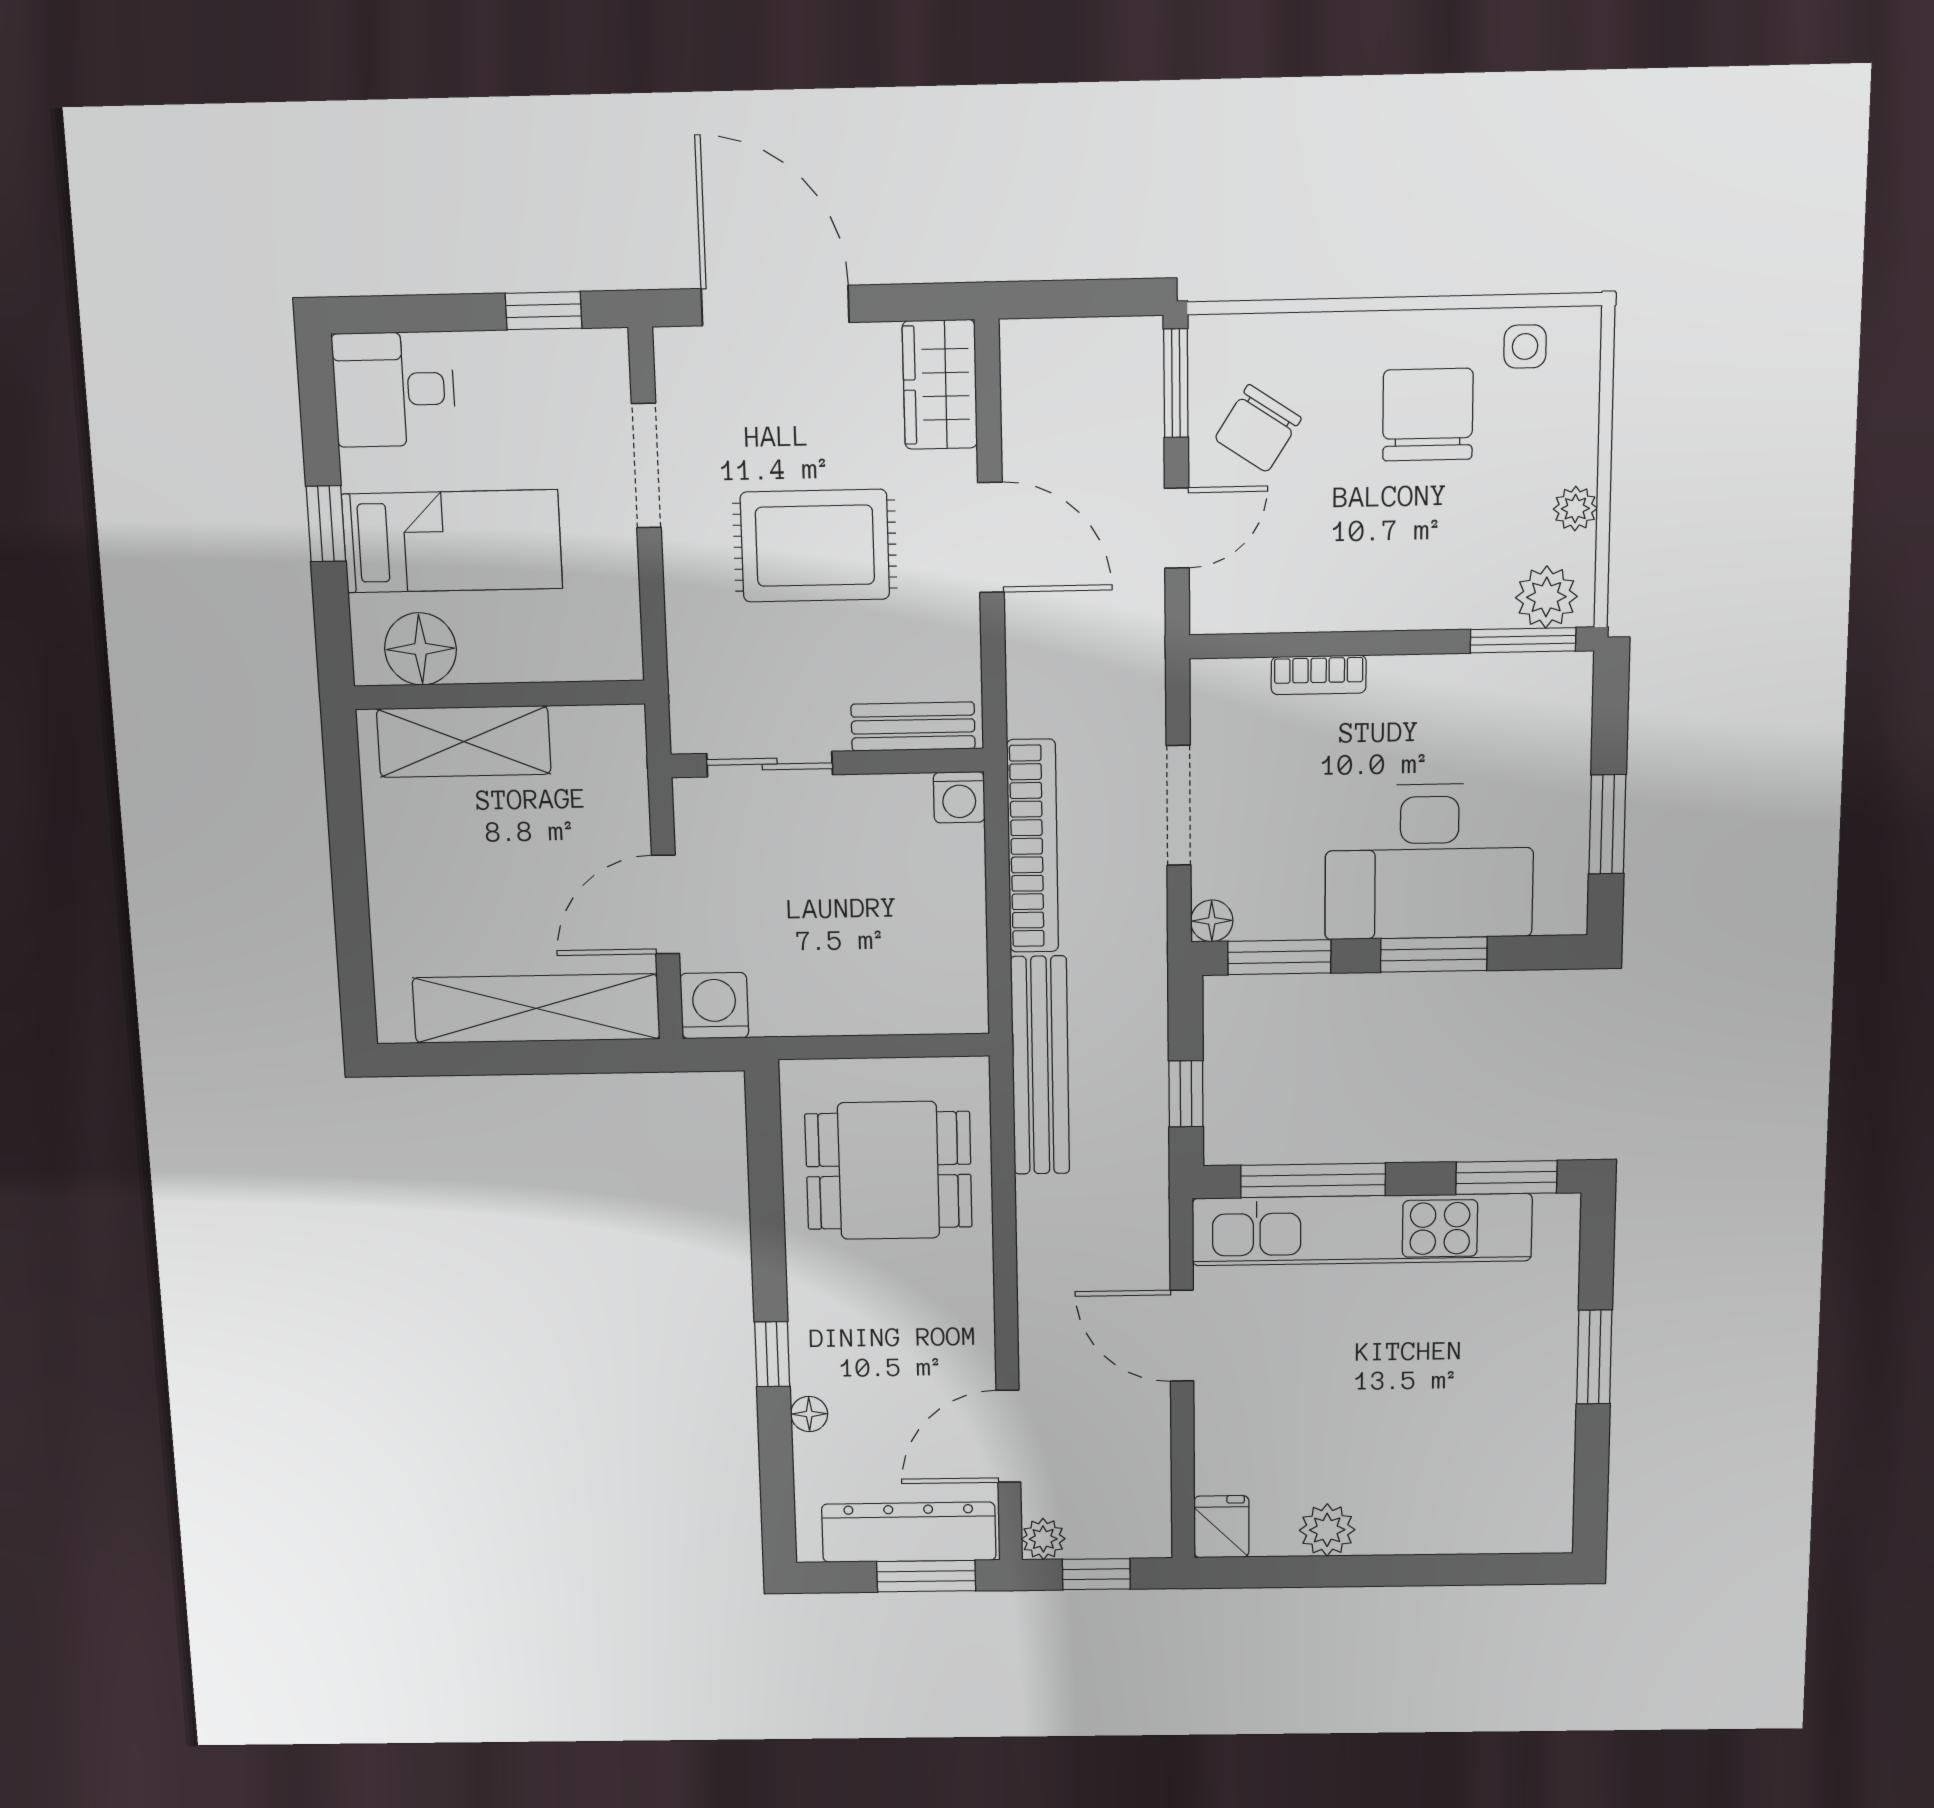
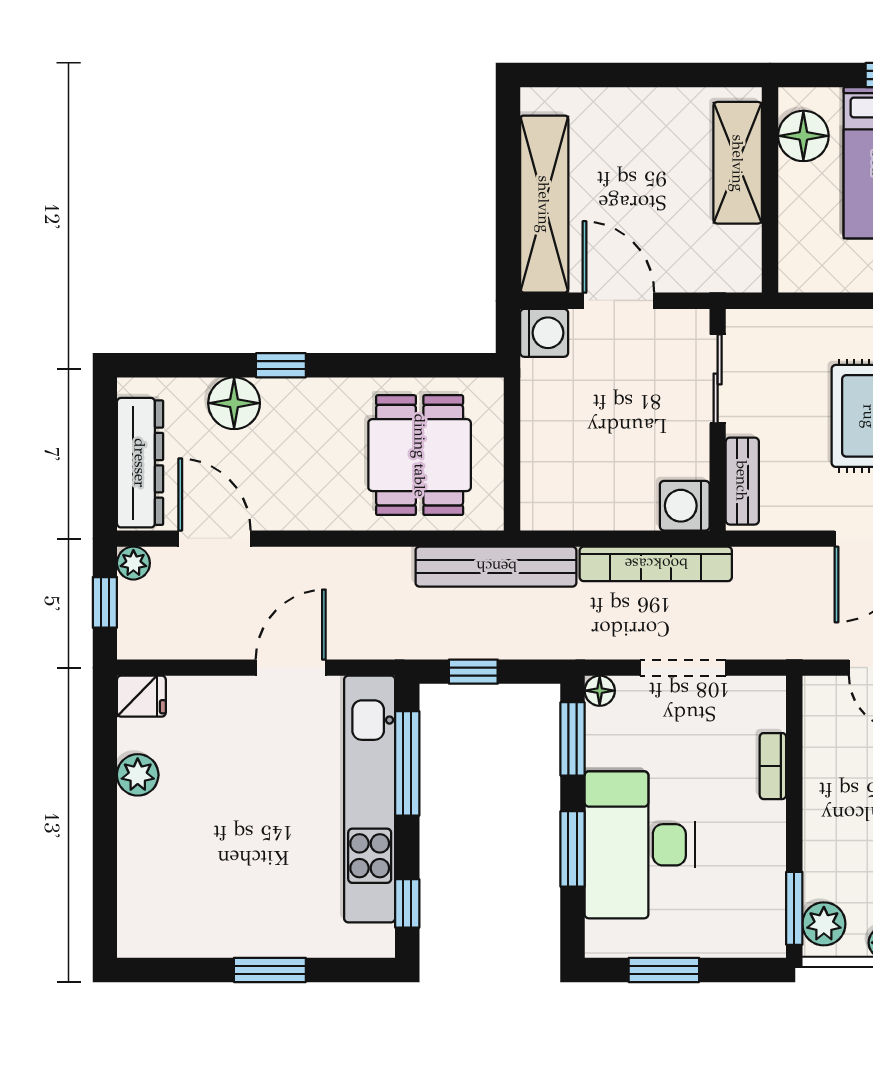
washing machine: (959, 797) -> (685, 506), width x1.38, depth x1.38
window: (1506, 1177) -> (407, 903), width x0.67
floor lamp: (809, 1414) -> (234, 403), width x1.89, depth x1.89
window: (926, 1576) -> (105, 475), removed

